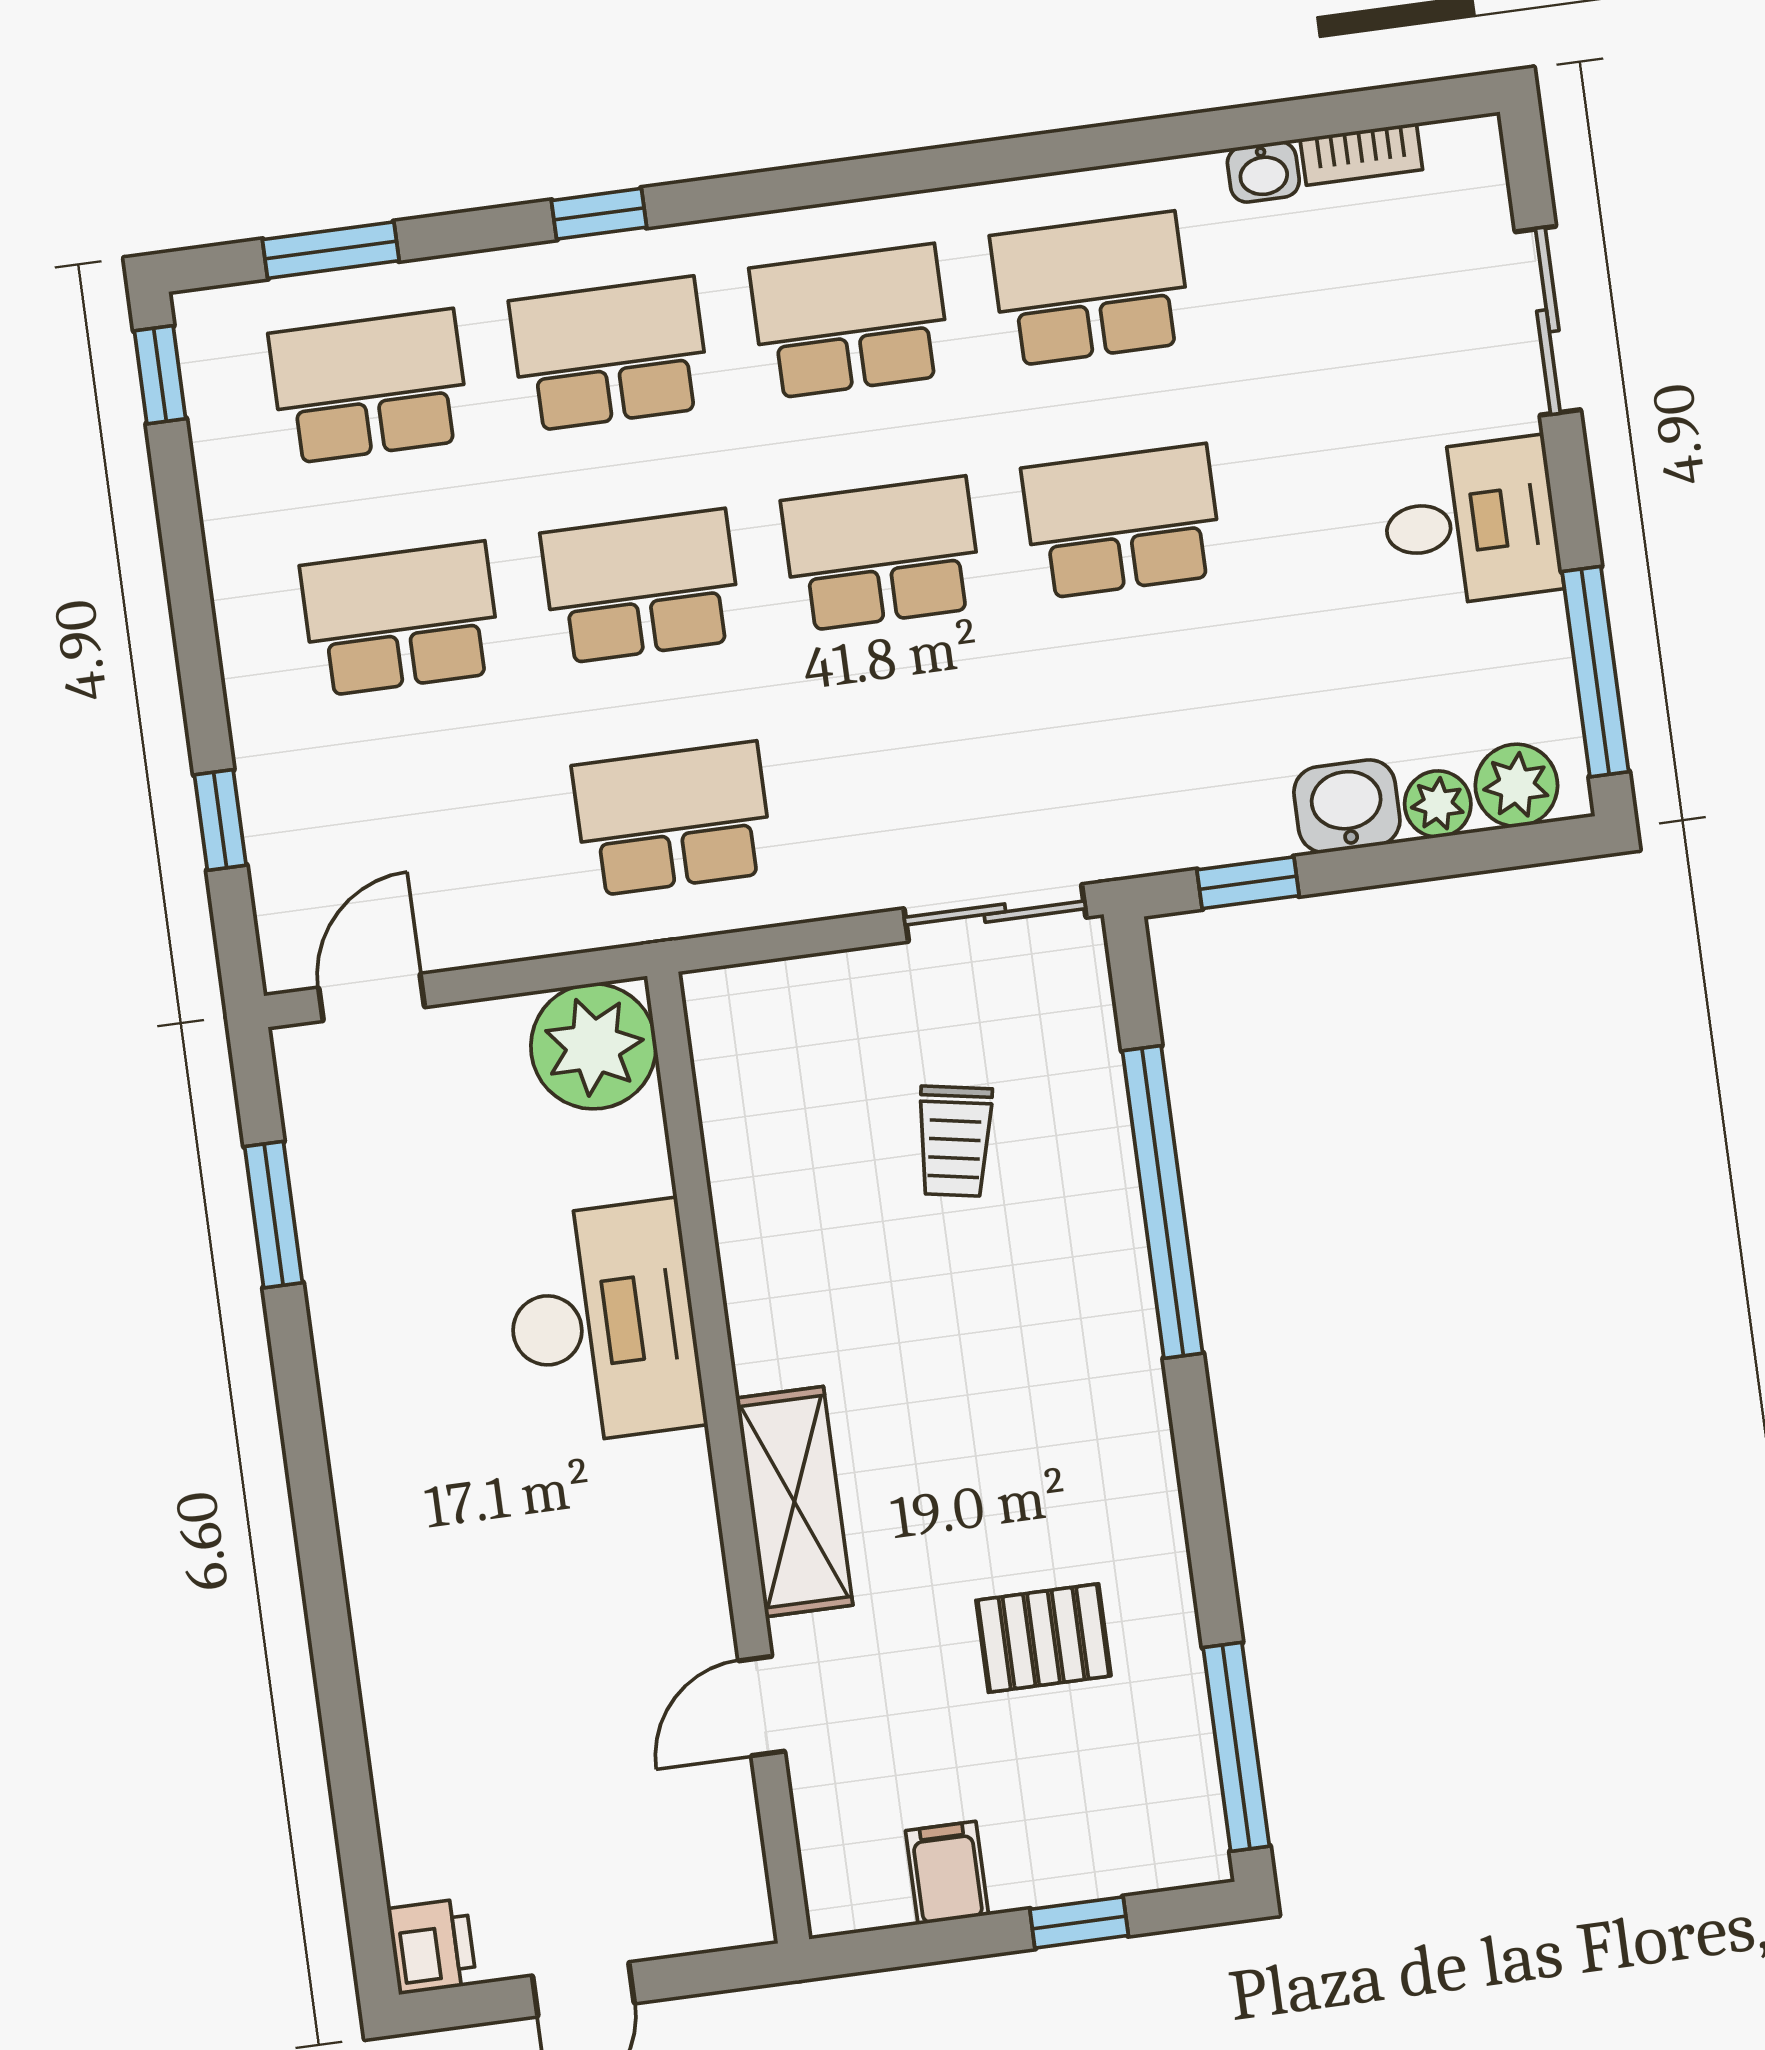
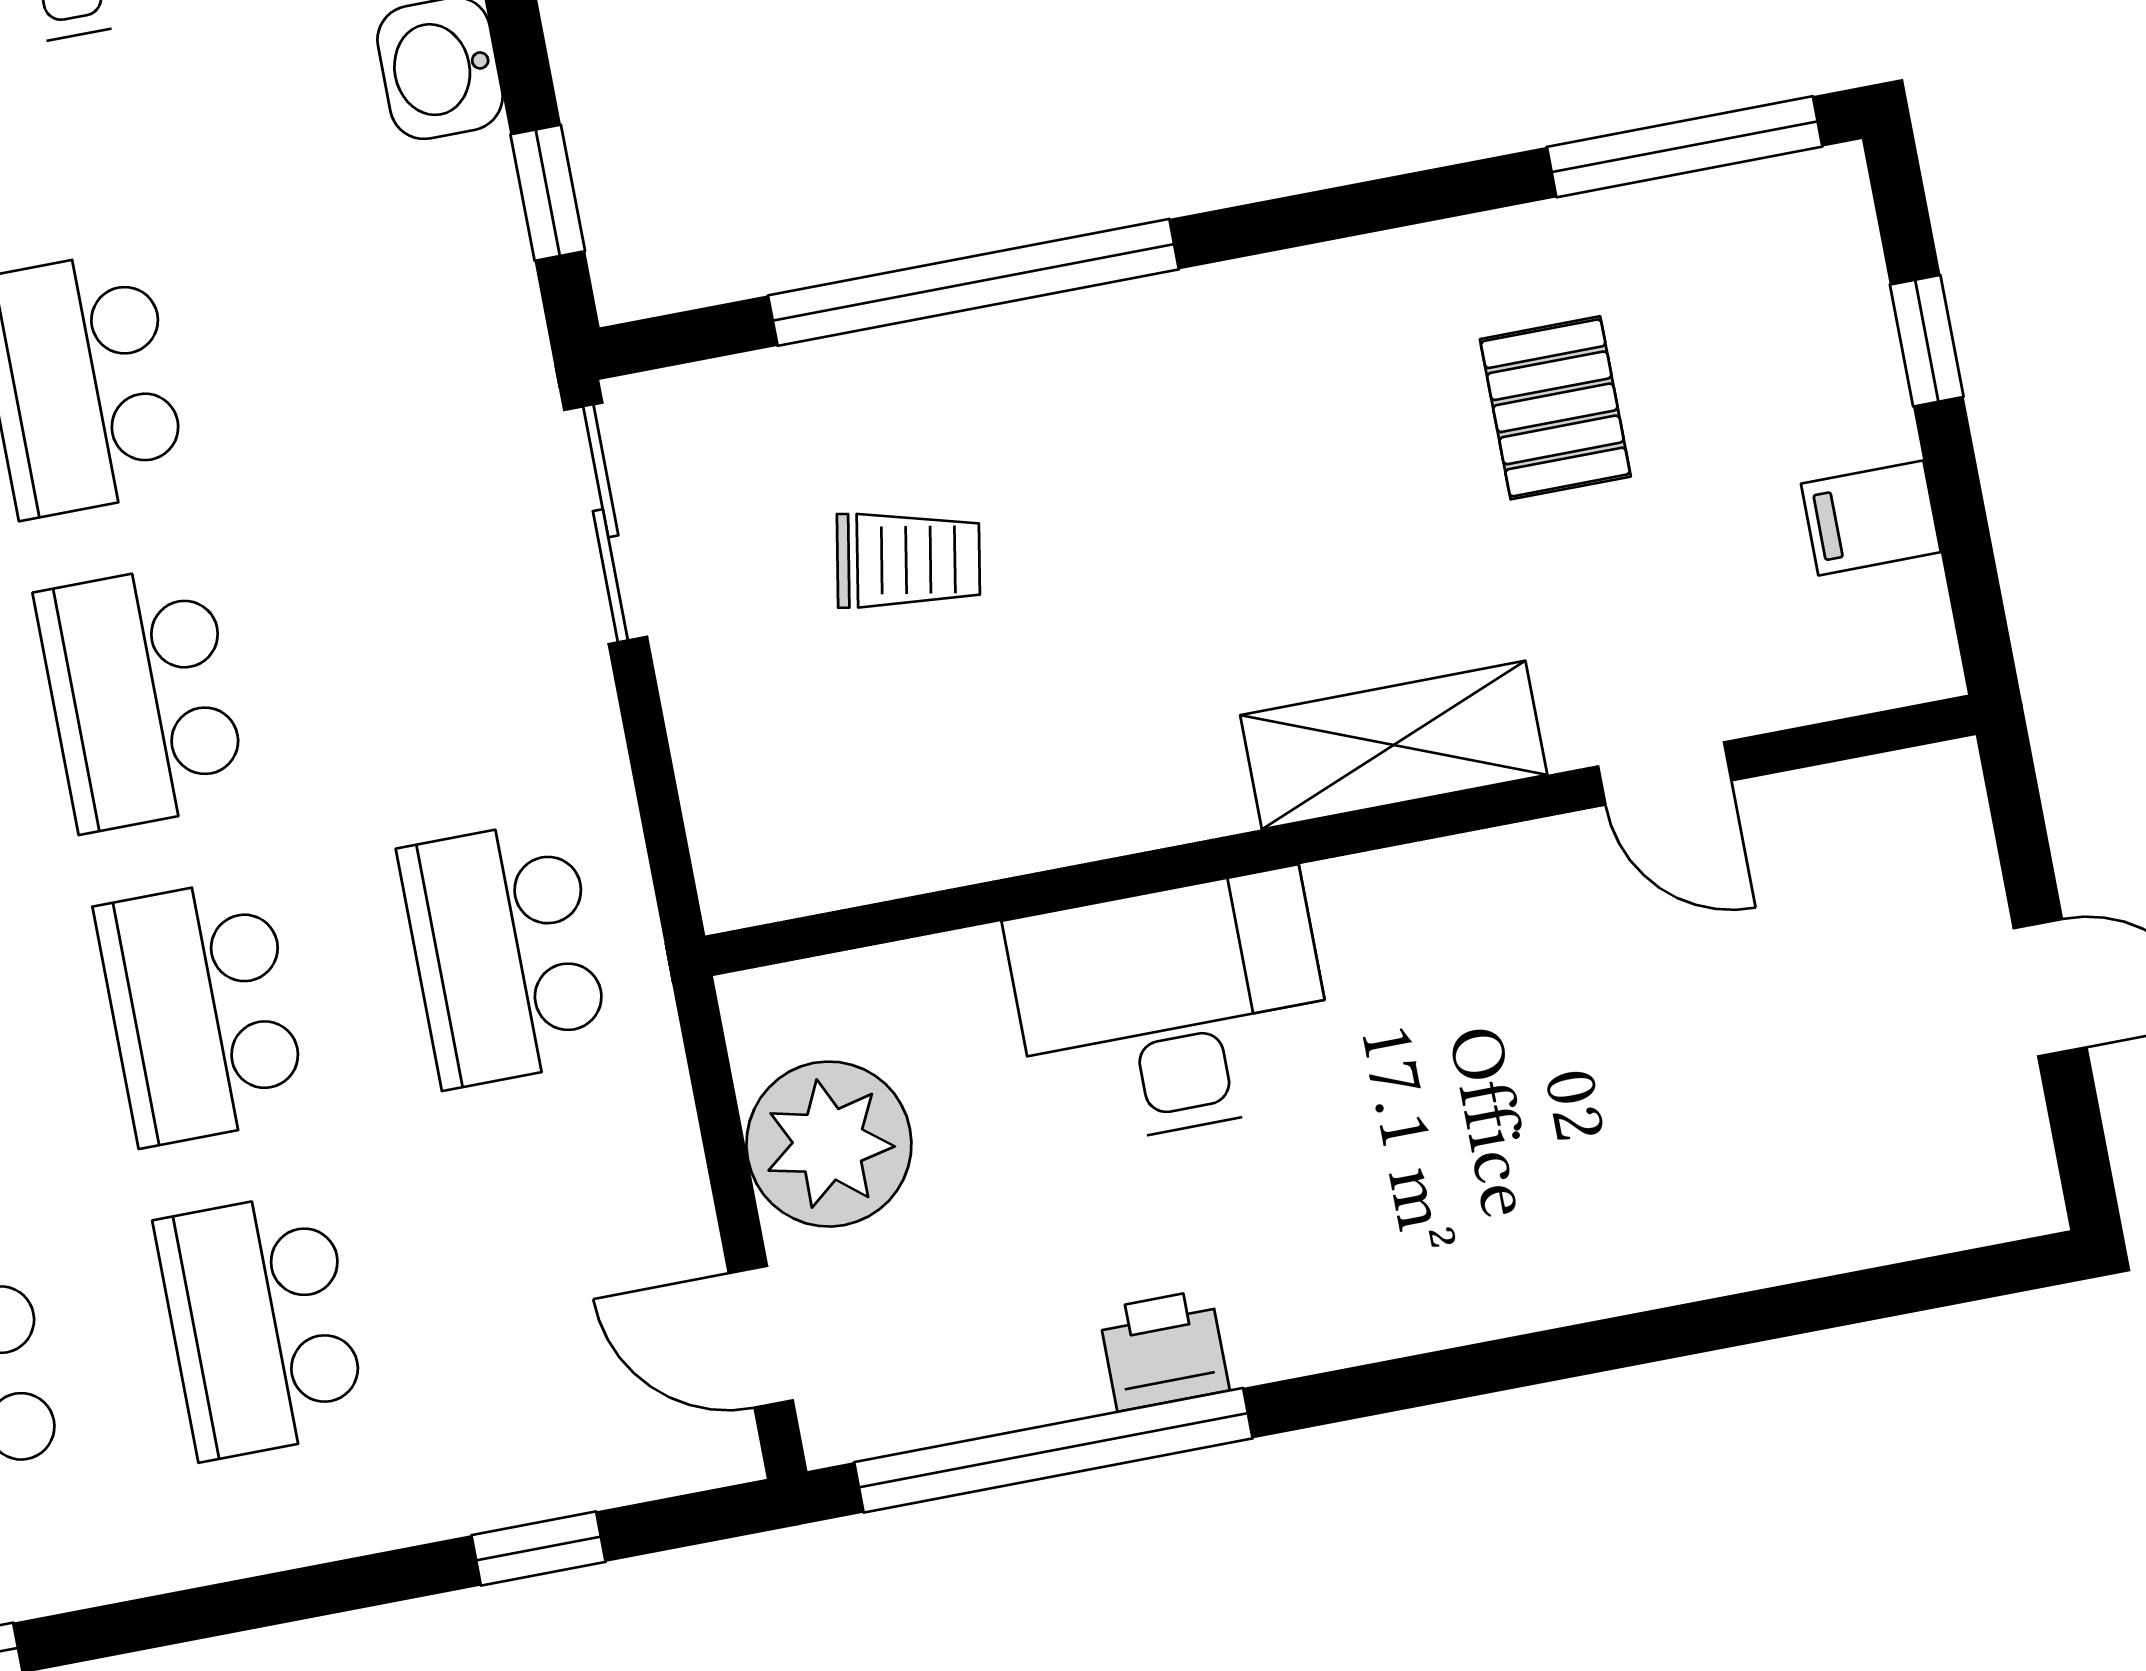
plant: (594, 1046) -> (829, 1144), moved
window: (274, 1215) -> (1053, 1450), width x2.11
printer: (432, 1946) -> (1164, 1350), moved

